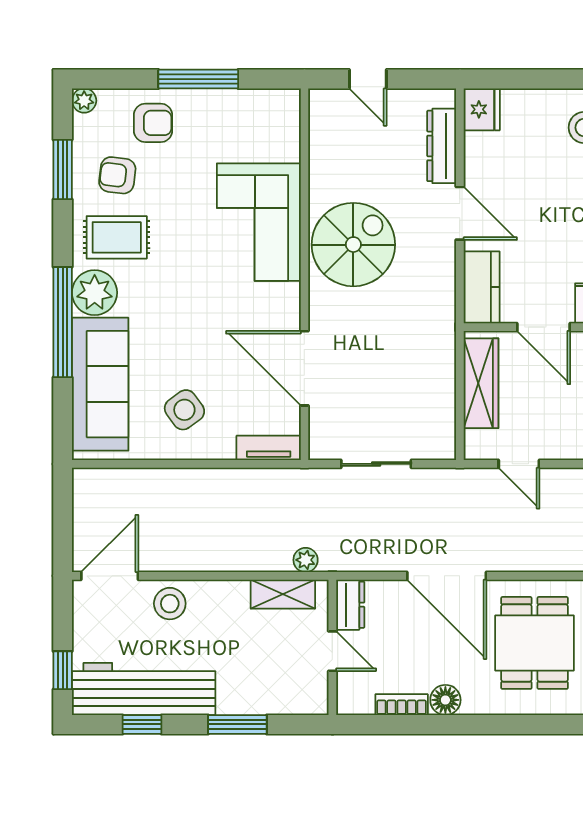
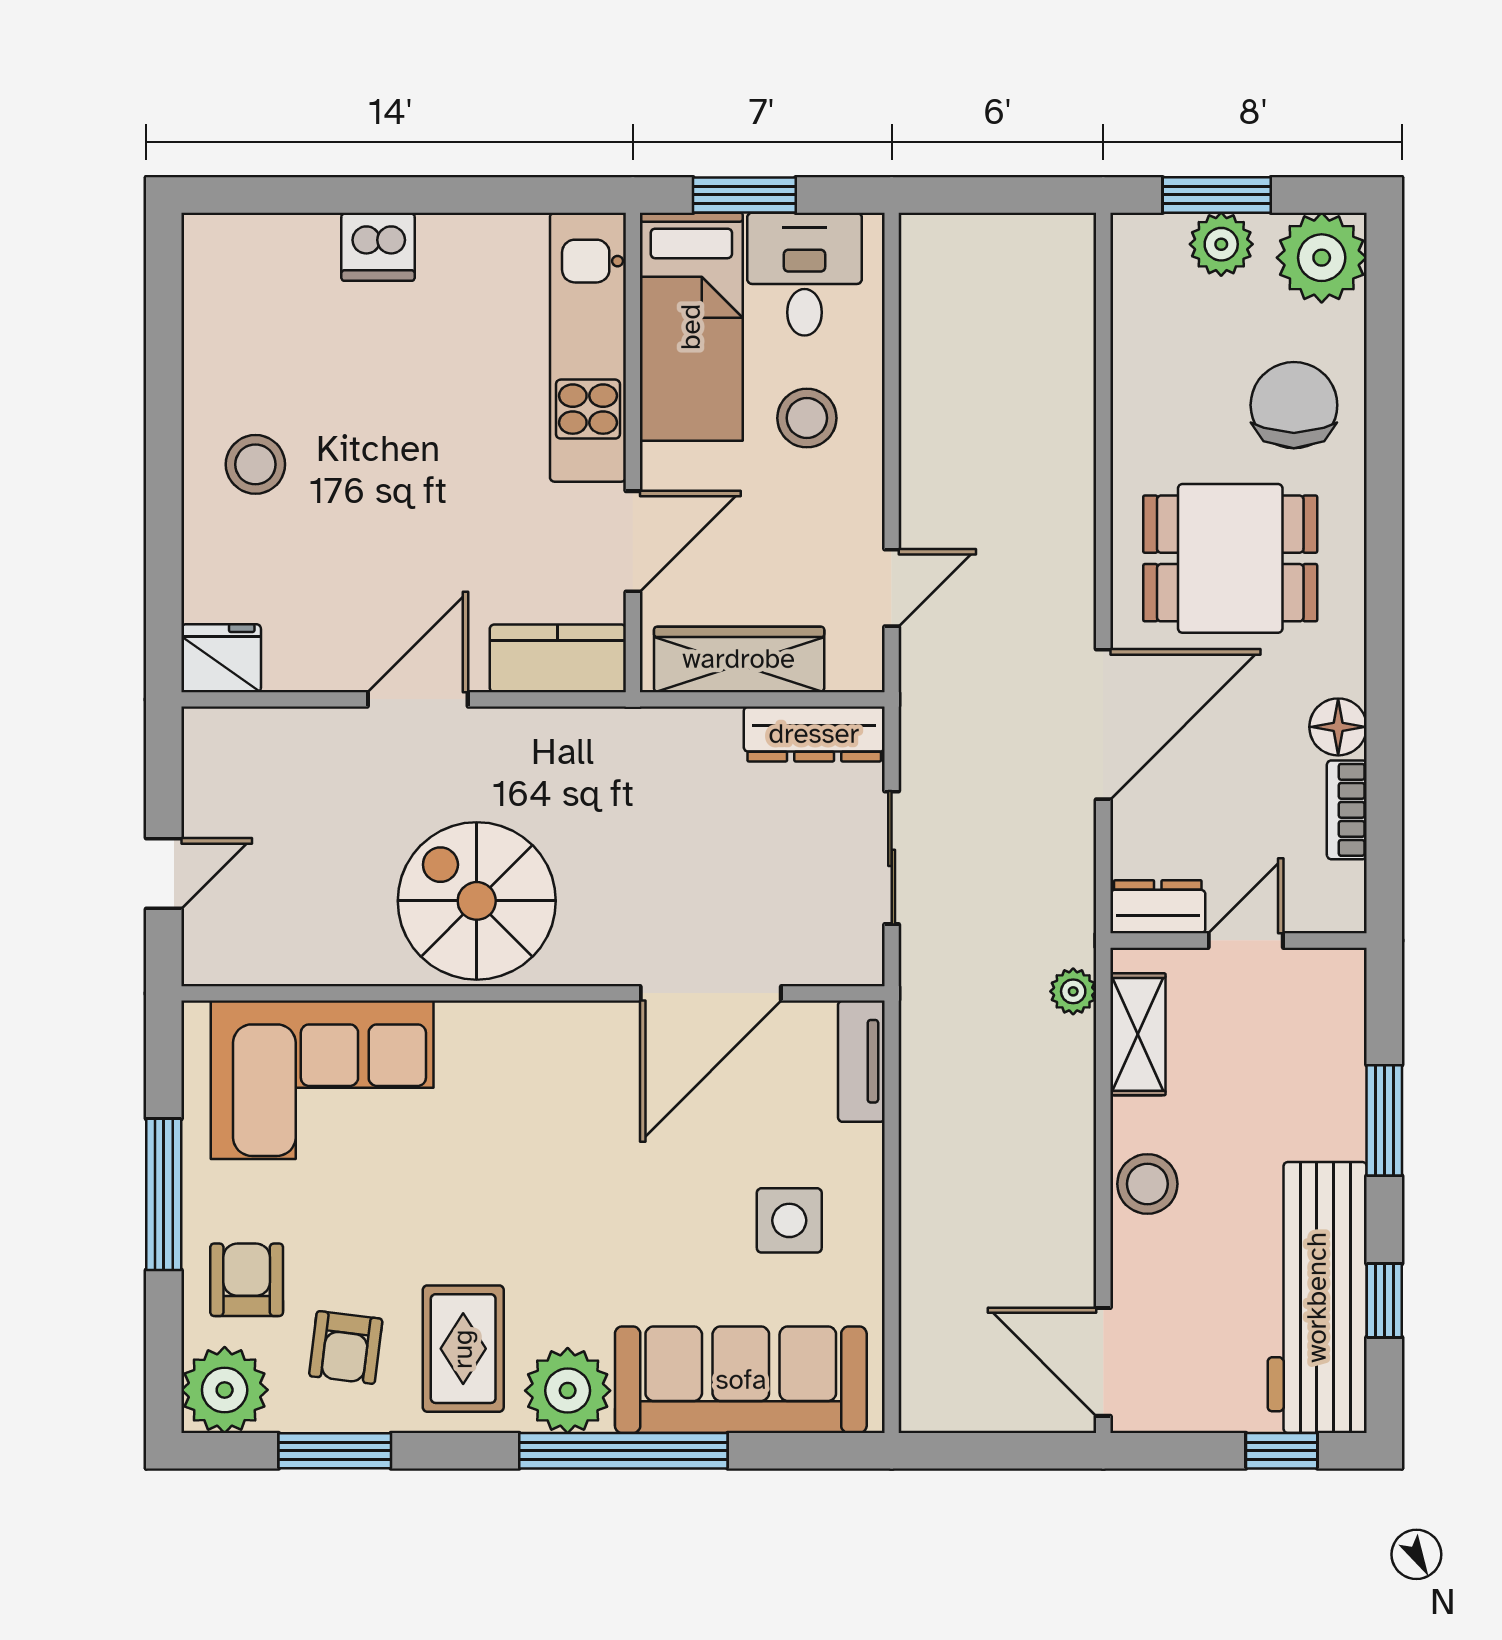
plant: (84, 101) -> (225, 1390), width x1.88, depth x1.88
dresser: (442, 146) -> (814, 734), moved
corner sofa: (259, 222) -> (322, 1080), moved
side table: (184, 410) -> (789, 1220), turned 36
stool: (170, 604) -> (1147, 1184), moved

